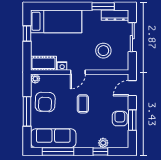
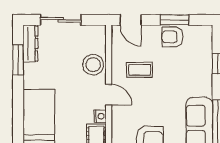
stool: (103, 51) -> (93, 65), moved
coffee table: (83, 104) -> (140, 70), moved
plant: (103, 143) -> (206, 60), removed

